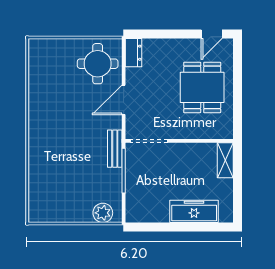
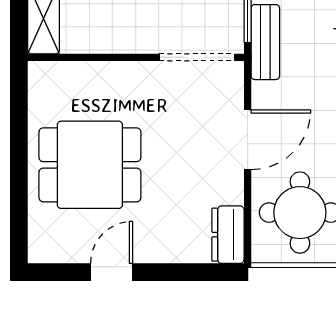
door: (212, 34) -> (112, 272), moved
dining table: (202, 87) -> (90, 165), turned 90

